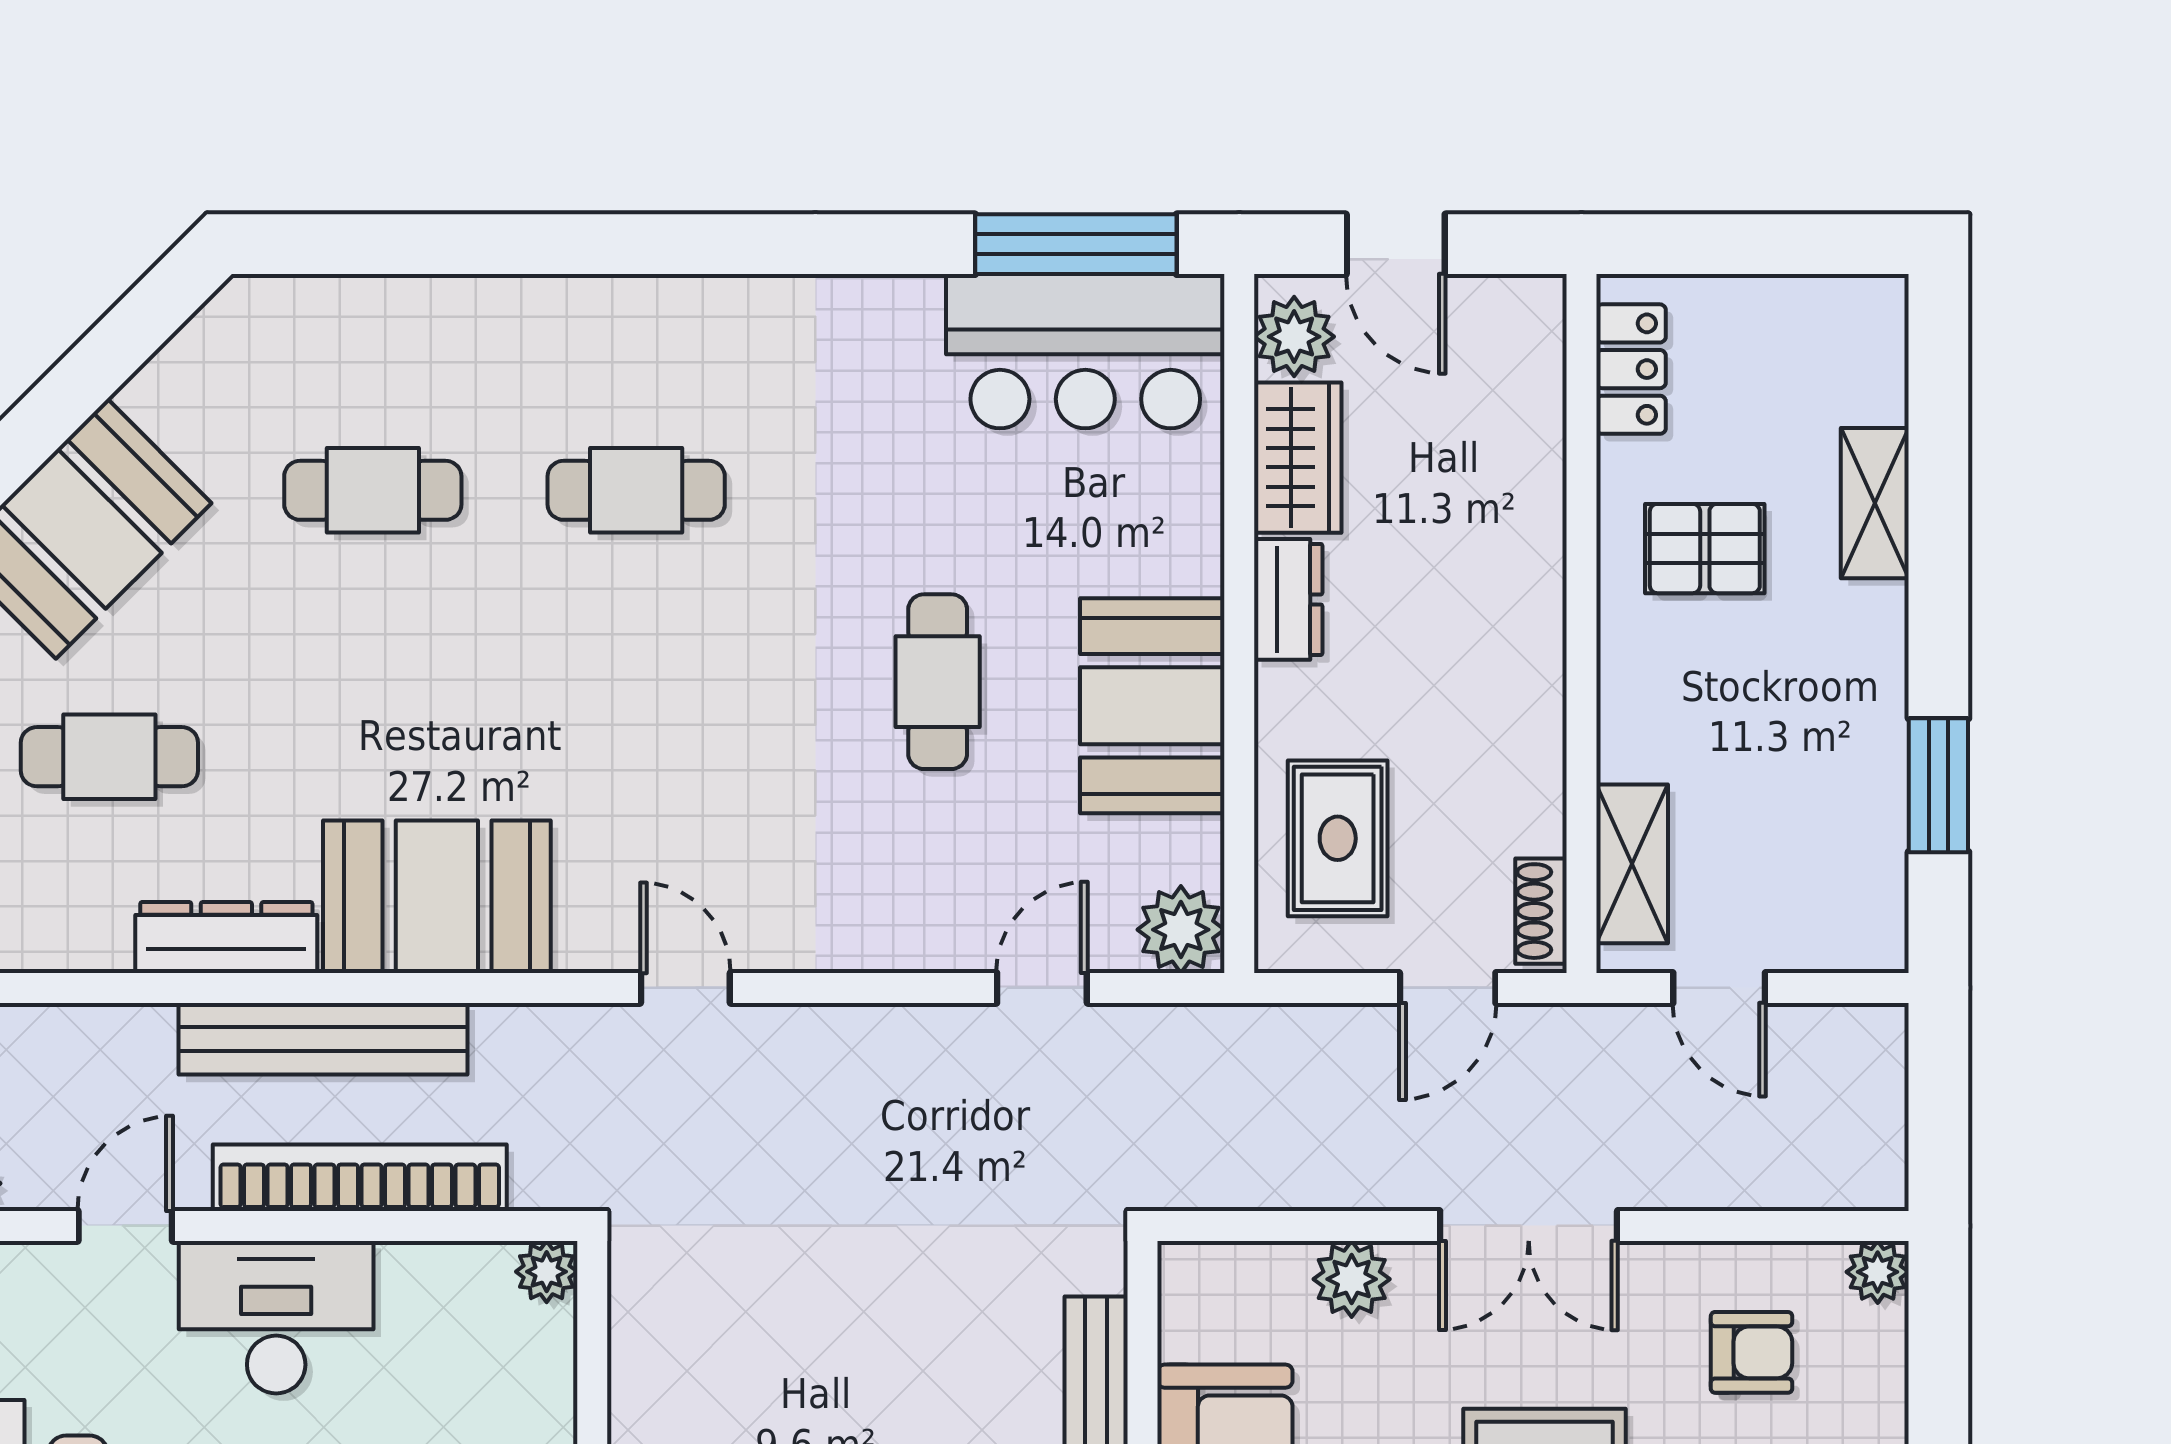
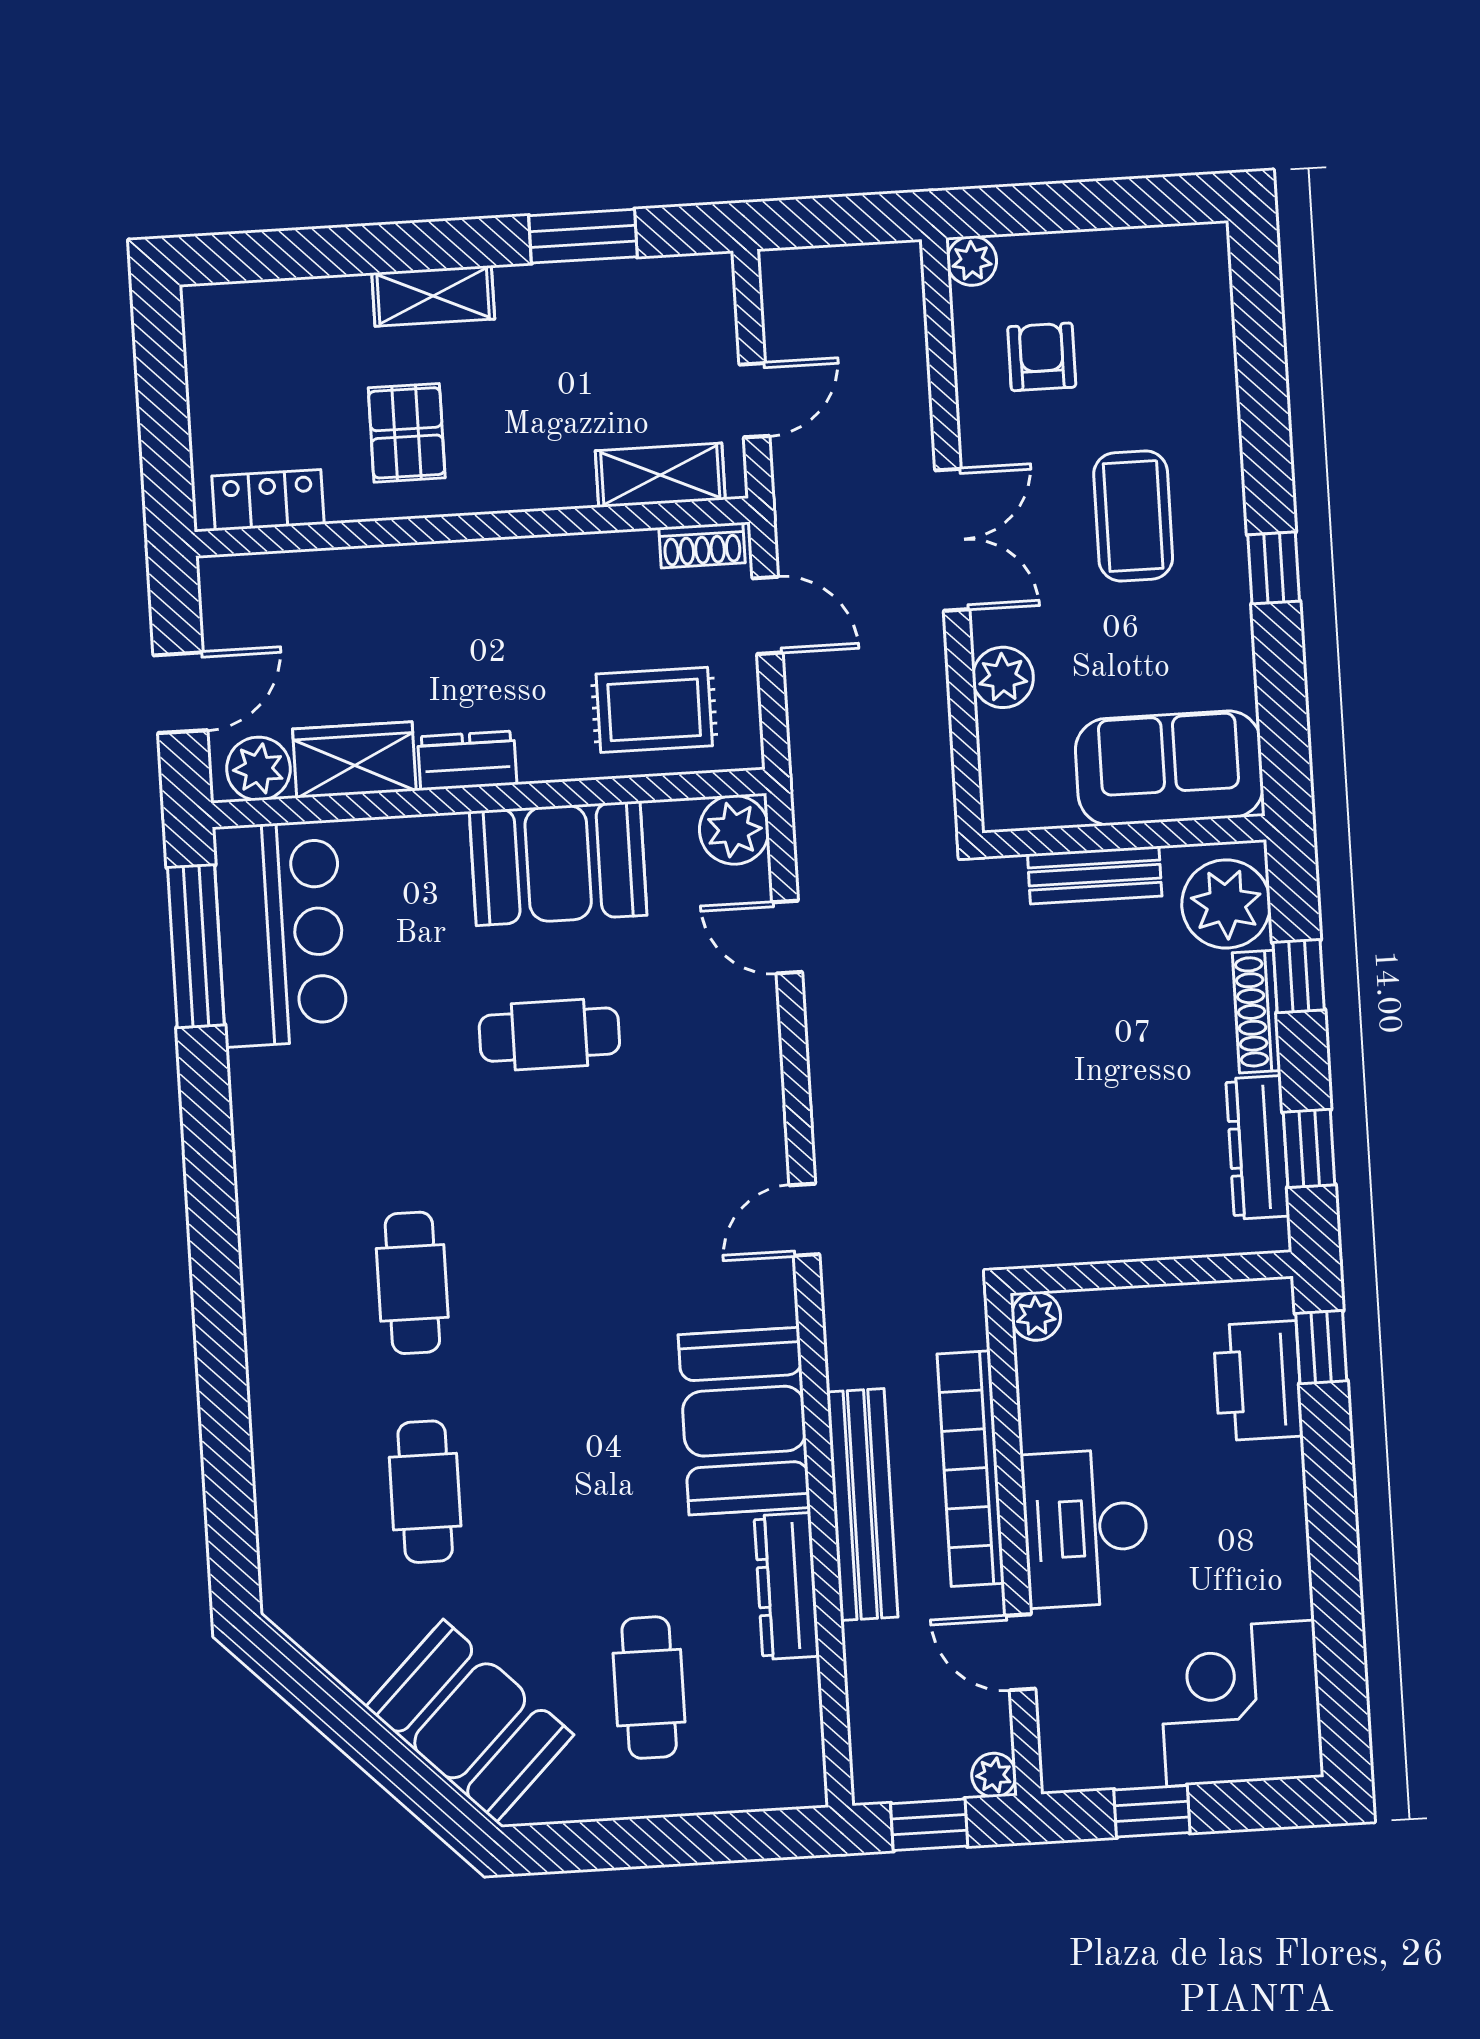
shelving: (1875, 503) -> (433, 296), moved

